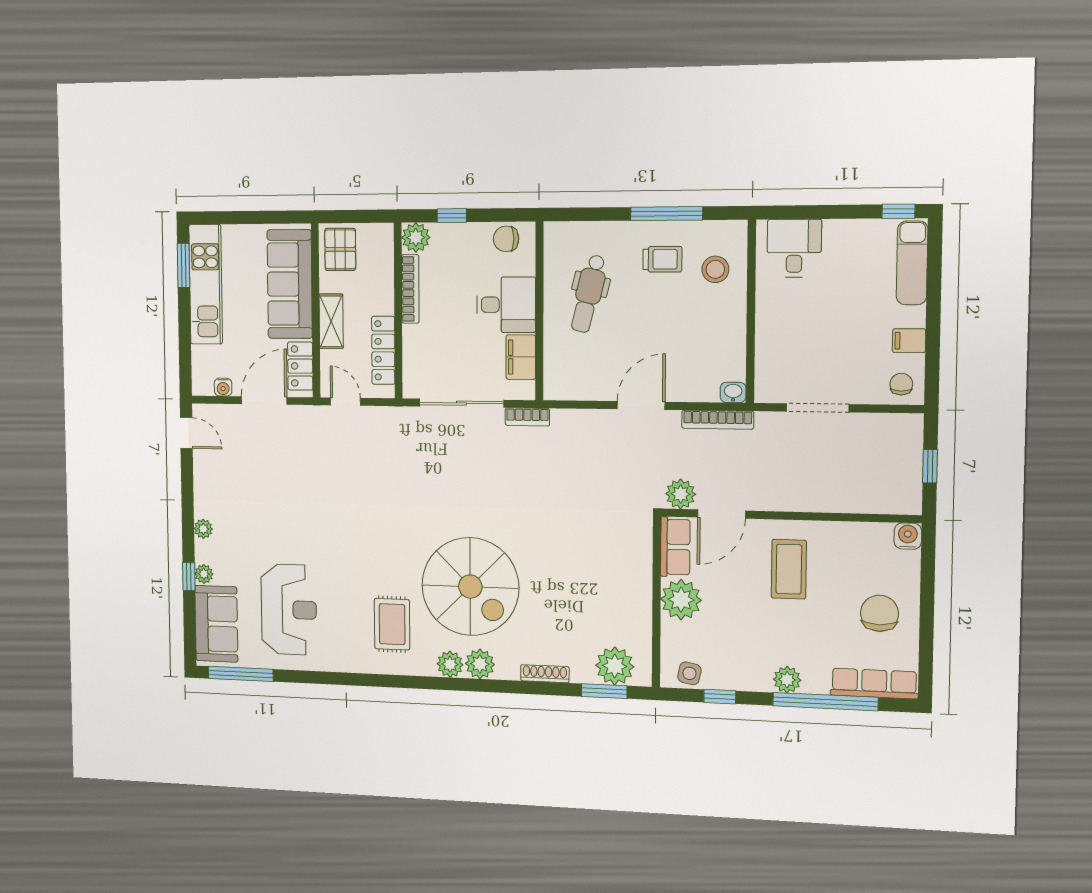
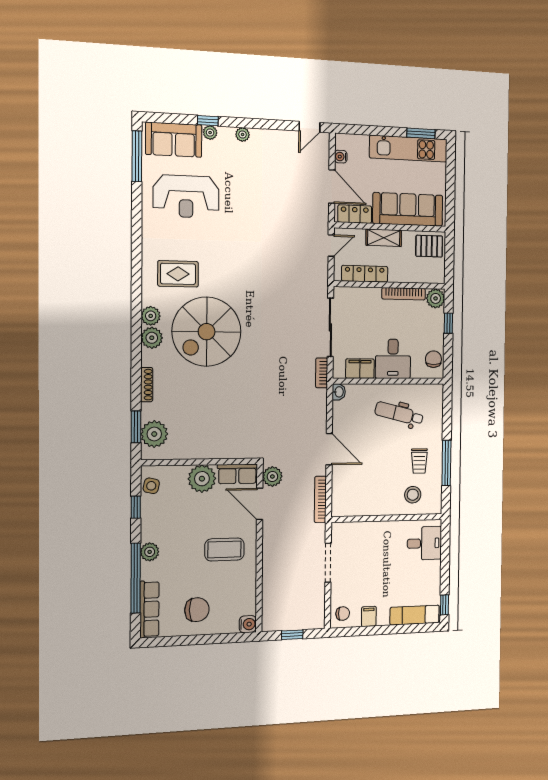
washbasin: (733, 392) -> (339, 392), moved

